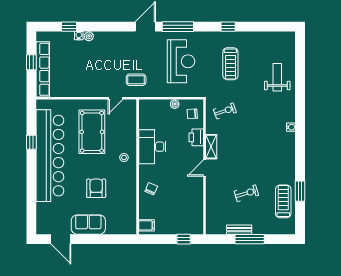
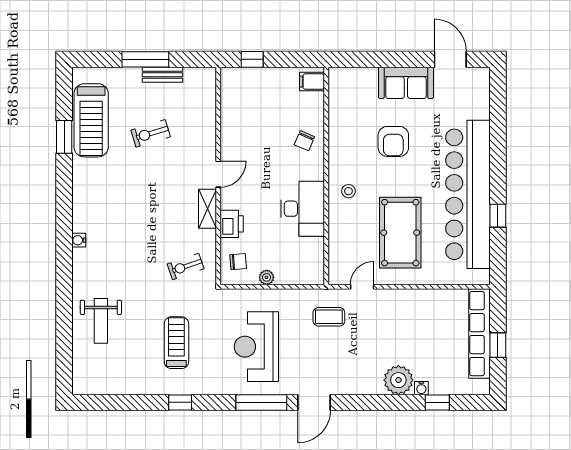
plant: (89, 36) -> (398, 380), width x1.88, depth x1.88
treadmill: (283, 201) -> (91, 120), width x1.37, depth x1.38

